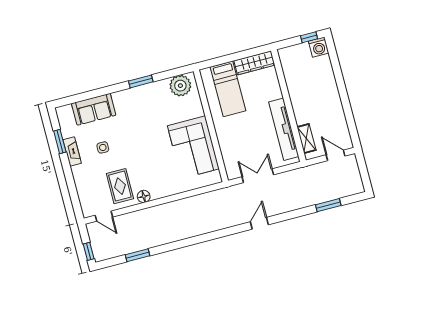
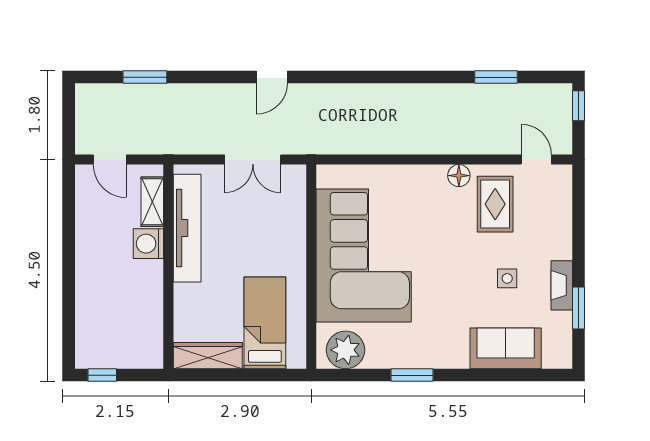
washing machine: (319, 47) -> (148, 244), moved, turned -90
corner sofa: (193, 147) -> (364, 256), width x1.36, depth x1.36

